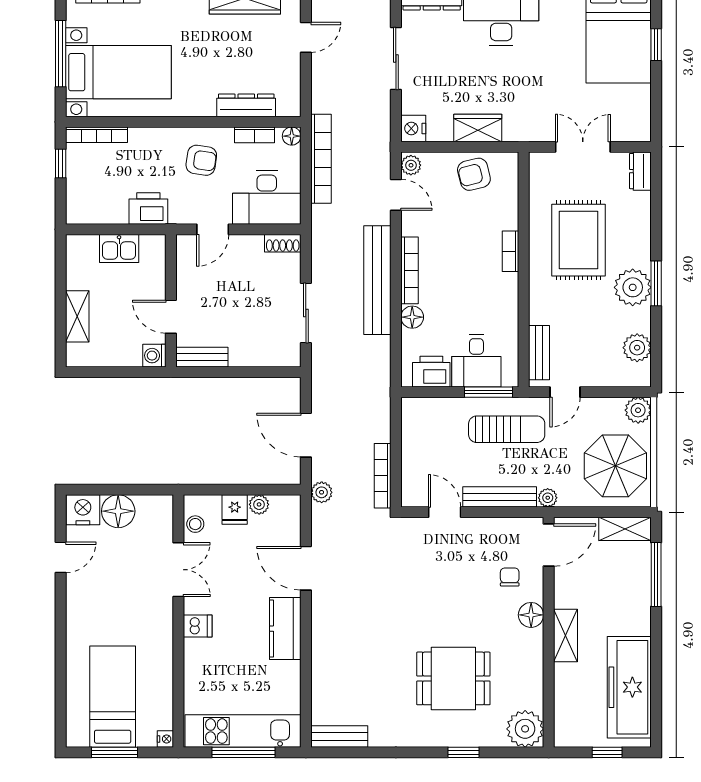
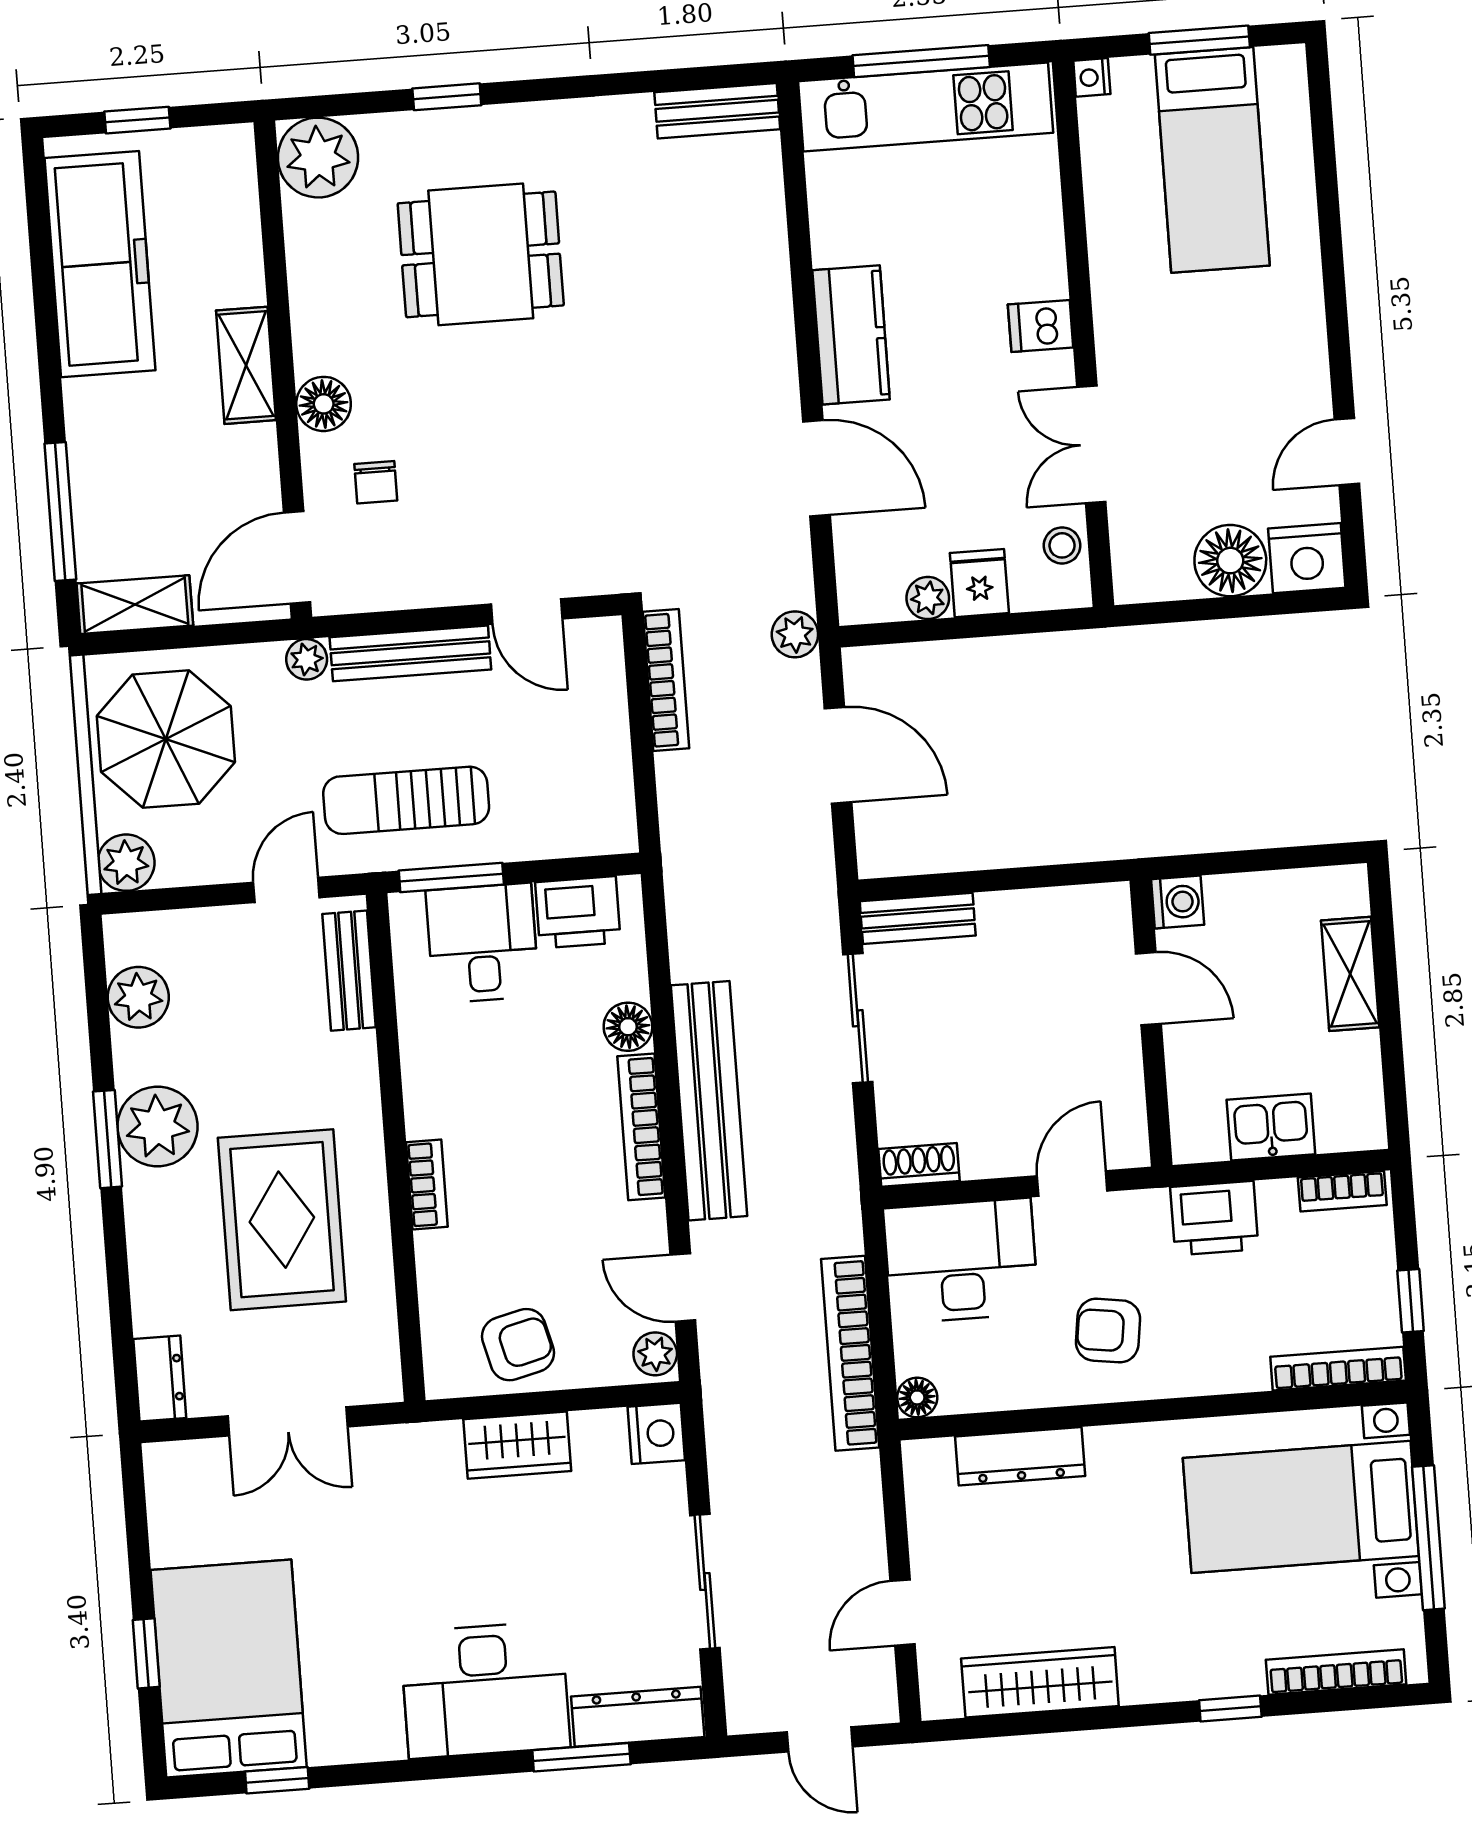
bookcase: (255, 135) -> (1342, 1191), moved, turned 180
bench: (202, 357) -> (918, 918), moved

